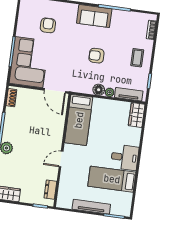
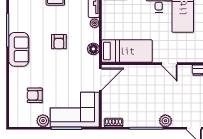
plant: (22, 30) -> (43, 121), added
floor lamp: (99, 90) -> (93, 49), moved

